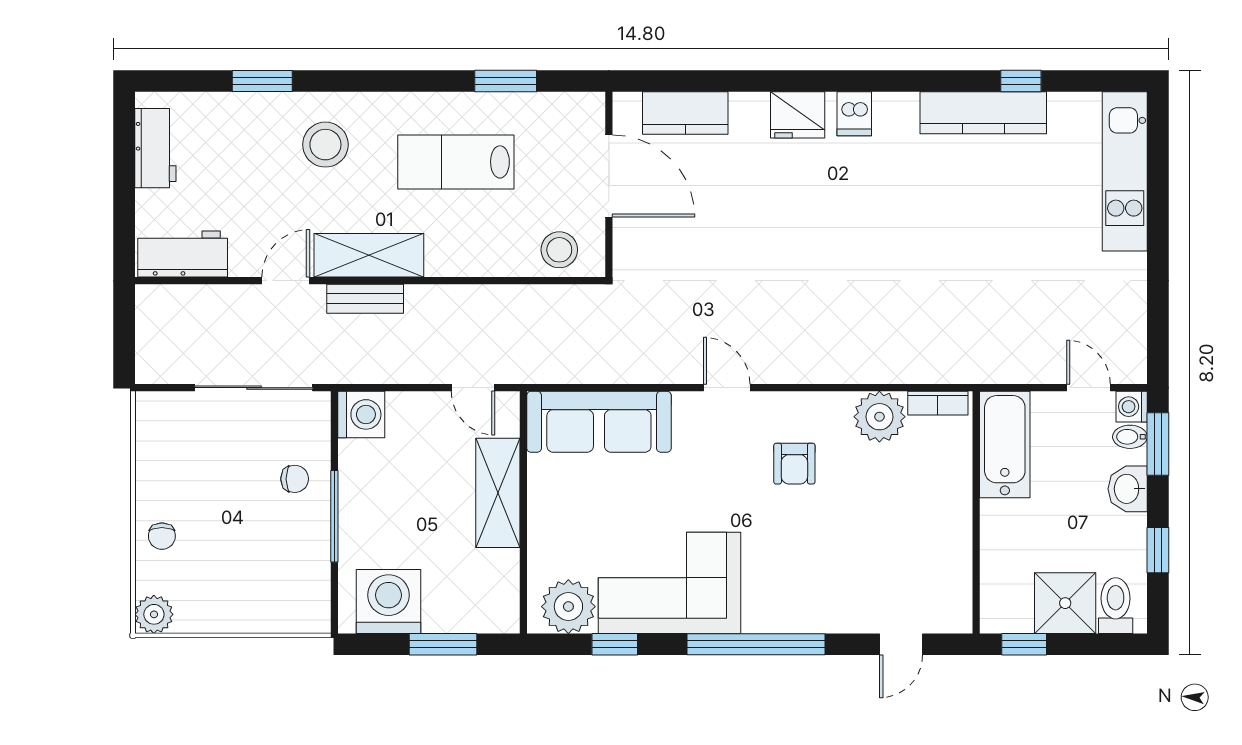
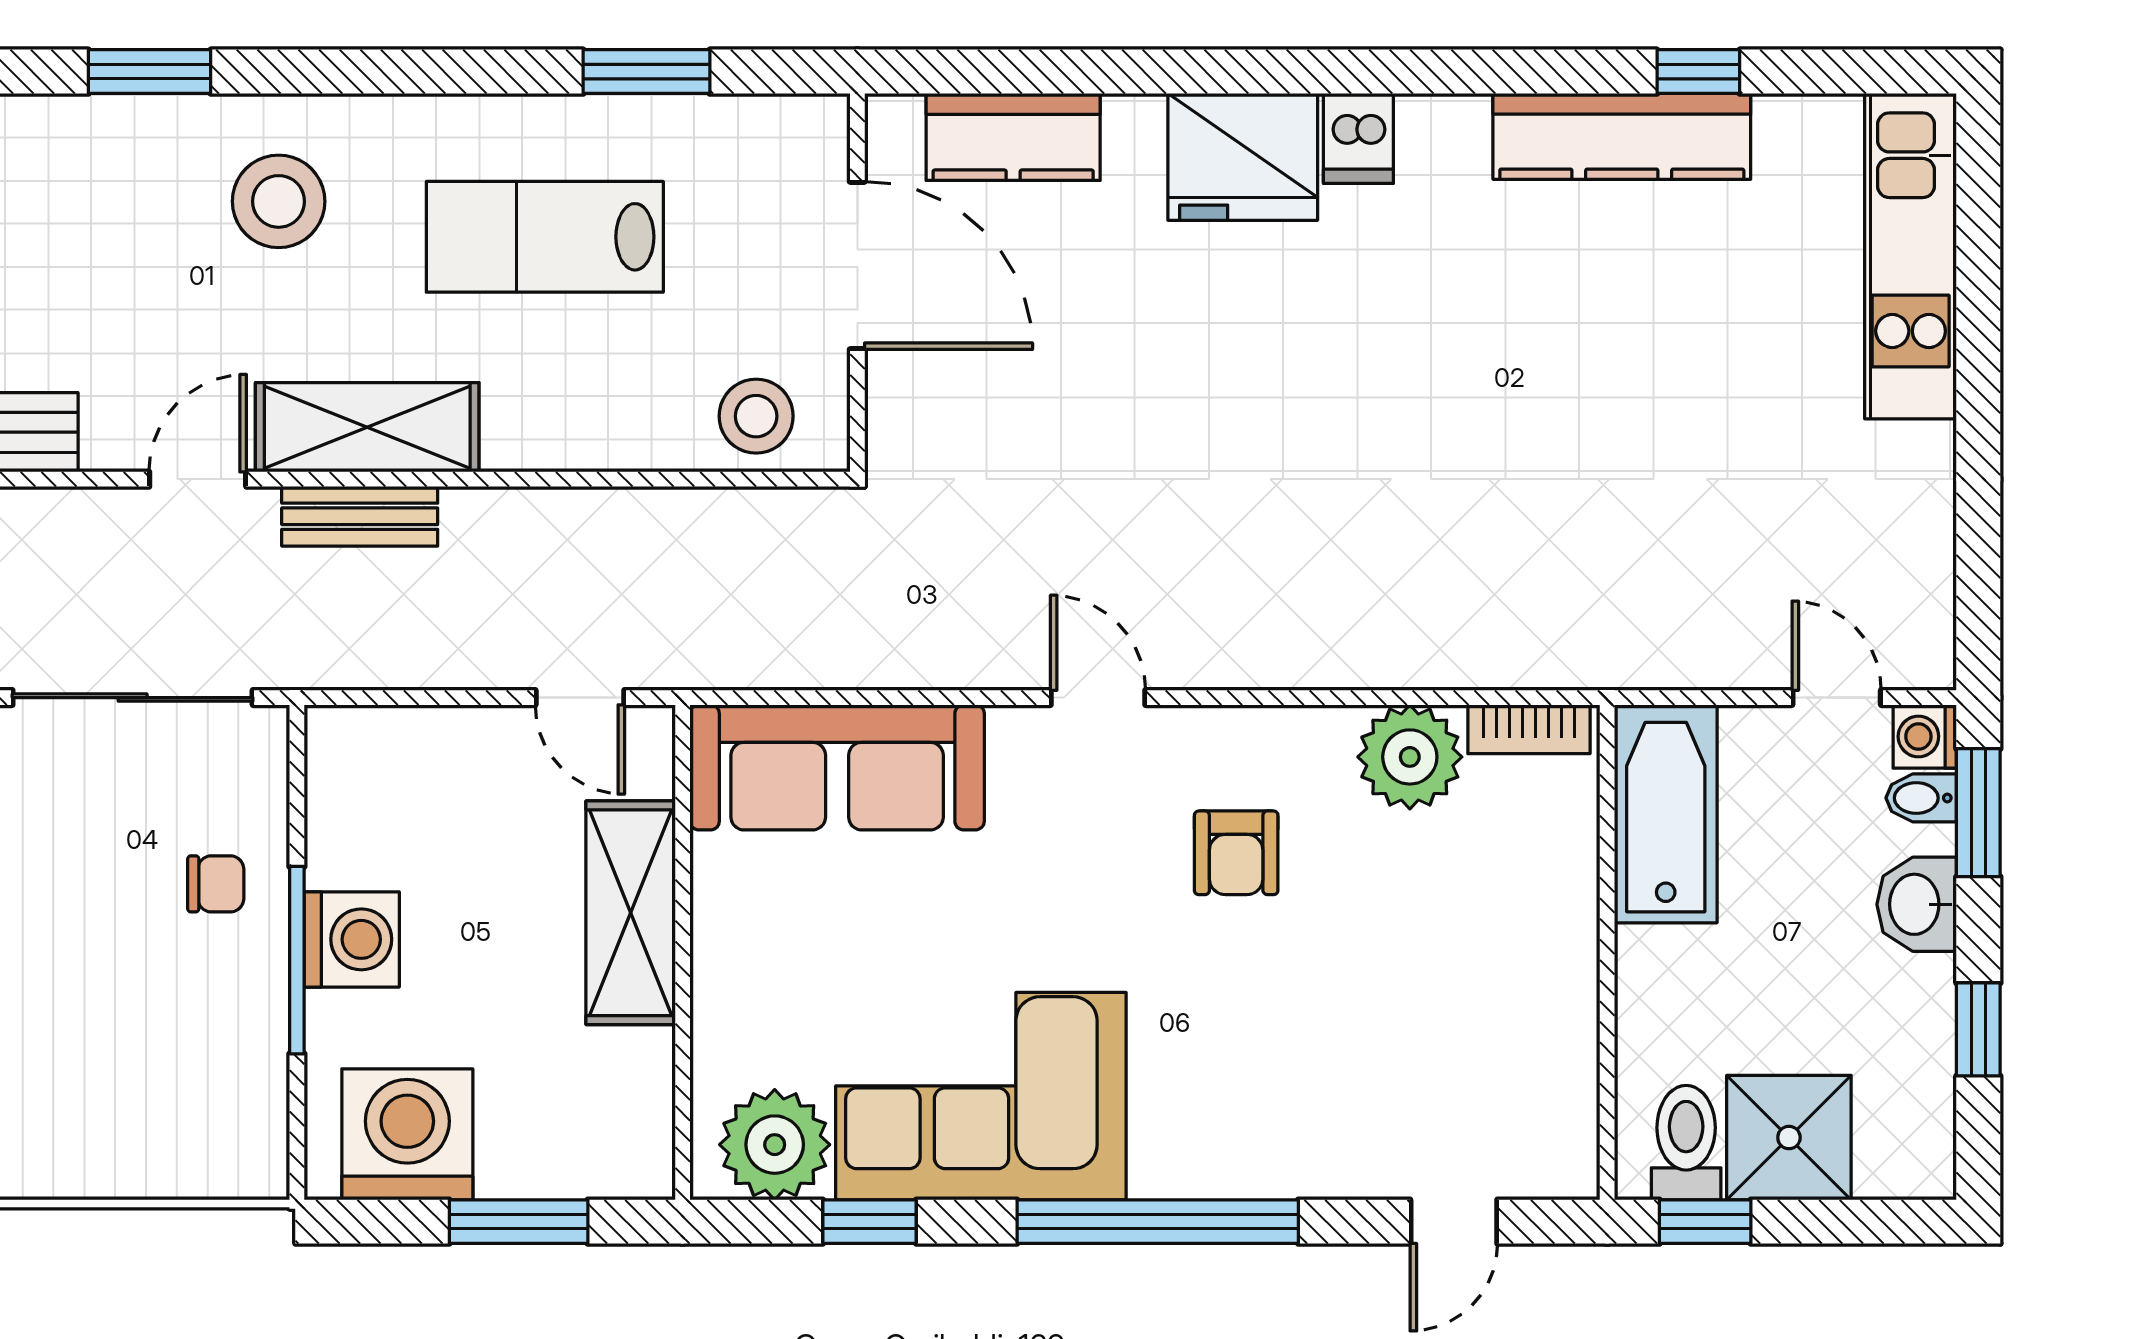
fridge: (798, 115) -> (1243, 157), width x1.36, depth x1.34
washing machine: (361, 414) -> (352, 939), moved
toilet: (1116, 606) -> (1686, 1143), moved

